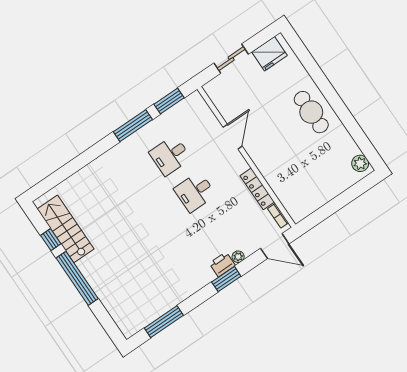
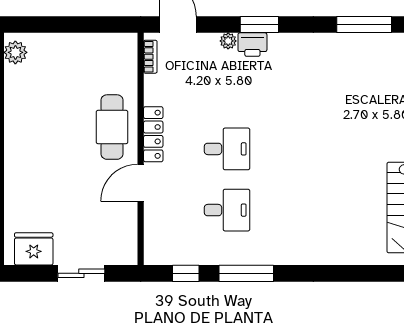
window: (169, 101) -> (186, 273), width x0.67
cafe table: (311, 112) -> (112, 127), moved
locker: (257, 189) -> (153, 134), moved

